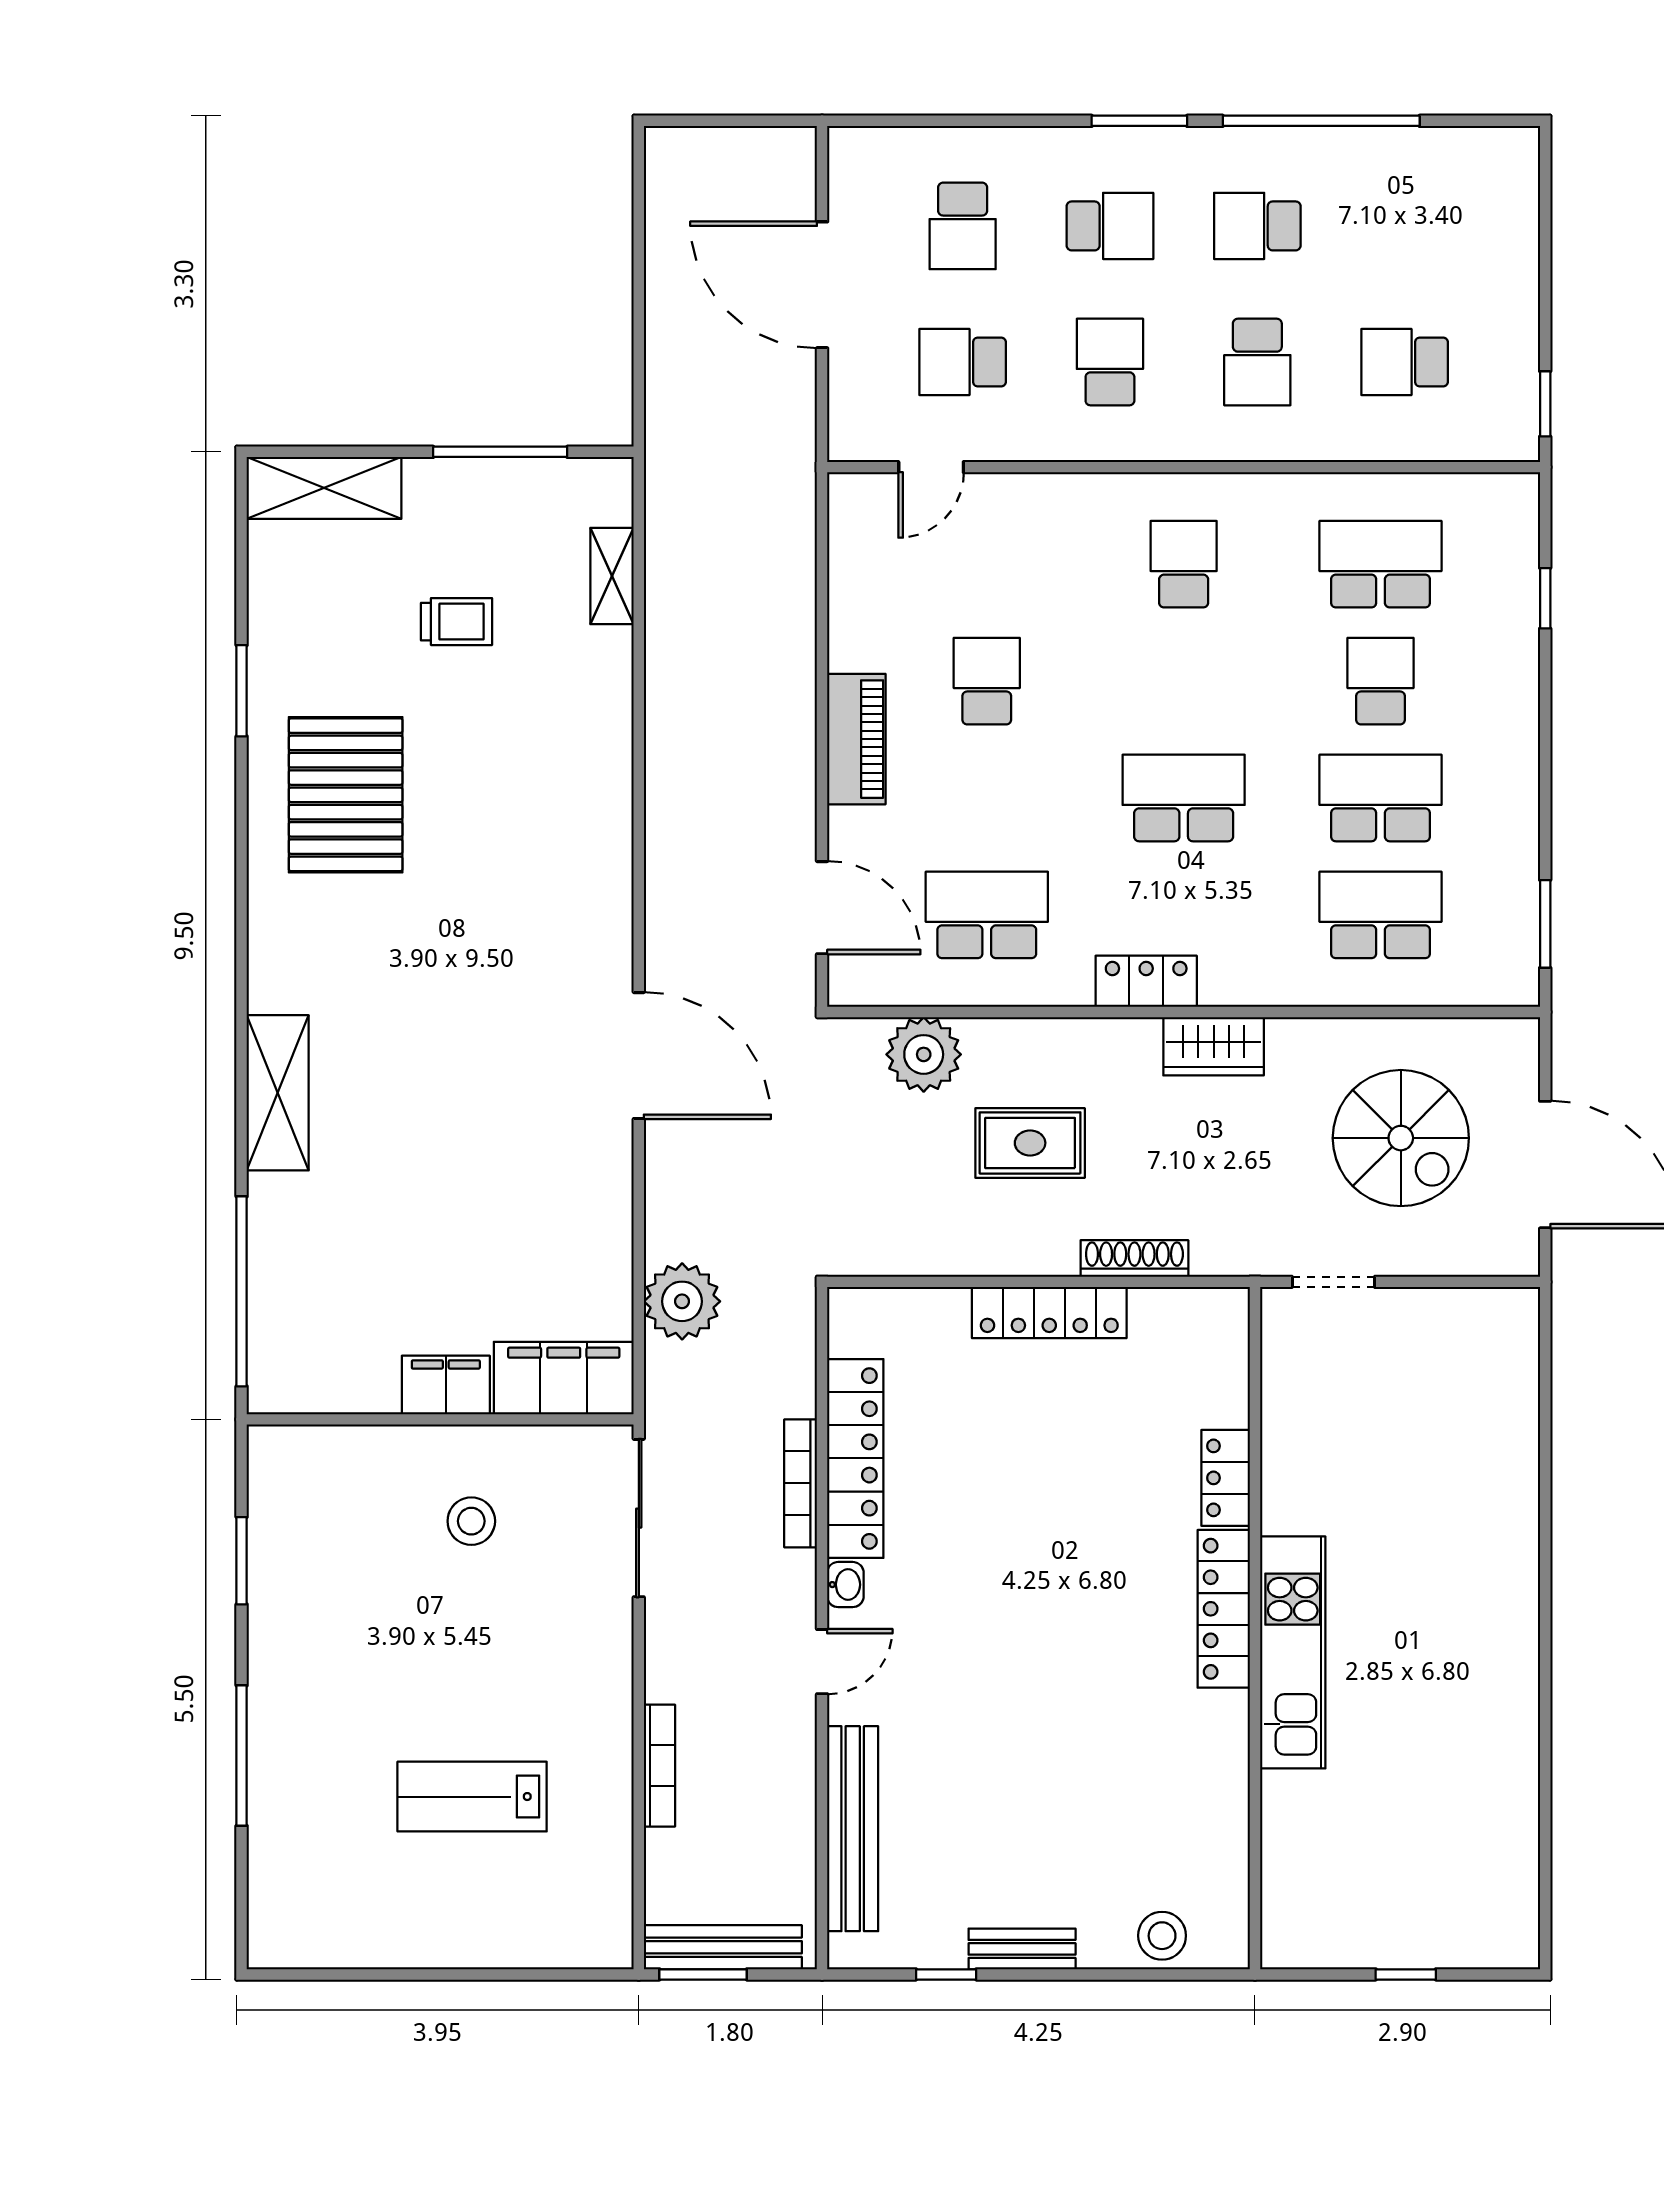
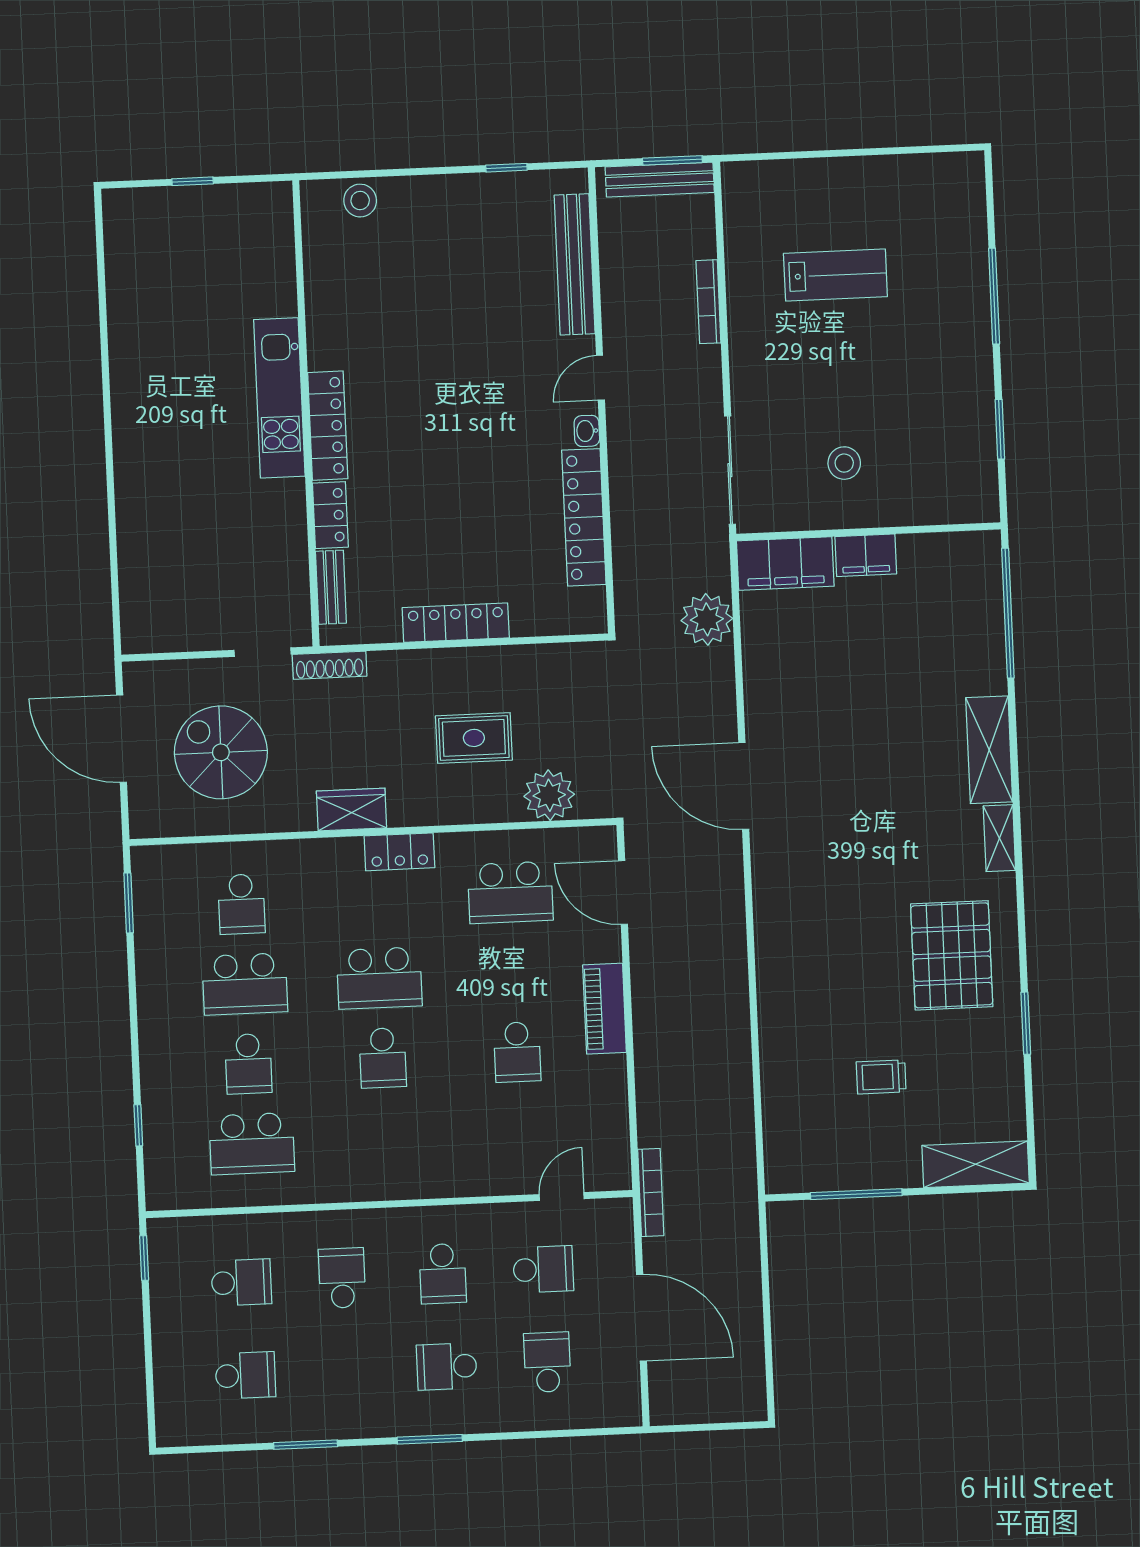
window: (1321, 121) -> (306, 1445), width x0.47
school desk: (1257, 226) -> (245, 1375), moved
school desk: (1184, 564) -> (383, 1058), moved
shelving: (612, 576) -> (999, 838), moved
school desk: (1381, 915) -> (241, 904), width x0.54
shoe rack: (1134, 1258) -> (330, 665), moved
bookcase: (801, 1483) -> (651, 1192), moved
bench: (1022, 1949) -> (331, 587), moved, turned 90

